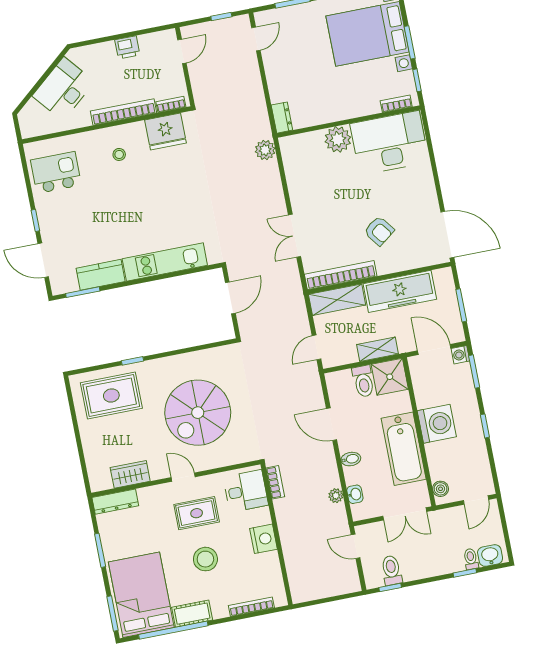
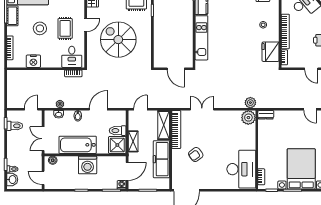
plant: (338, 139) -> (248, 118), moved
door: (316, 347) -> (140, 109), hinge flipped
nightstand: (263, 539) -> (33, 61), moved

